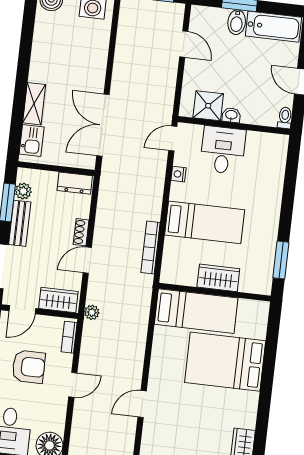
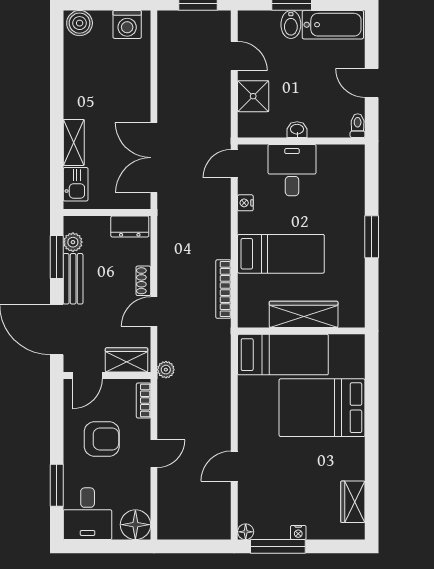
shower: (208, 106) -> (253, 96), moved
window: (281, 260) -> (372, 237), moved
wardrobe: (218, 278) -> (304, 314), width x1.50

